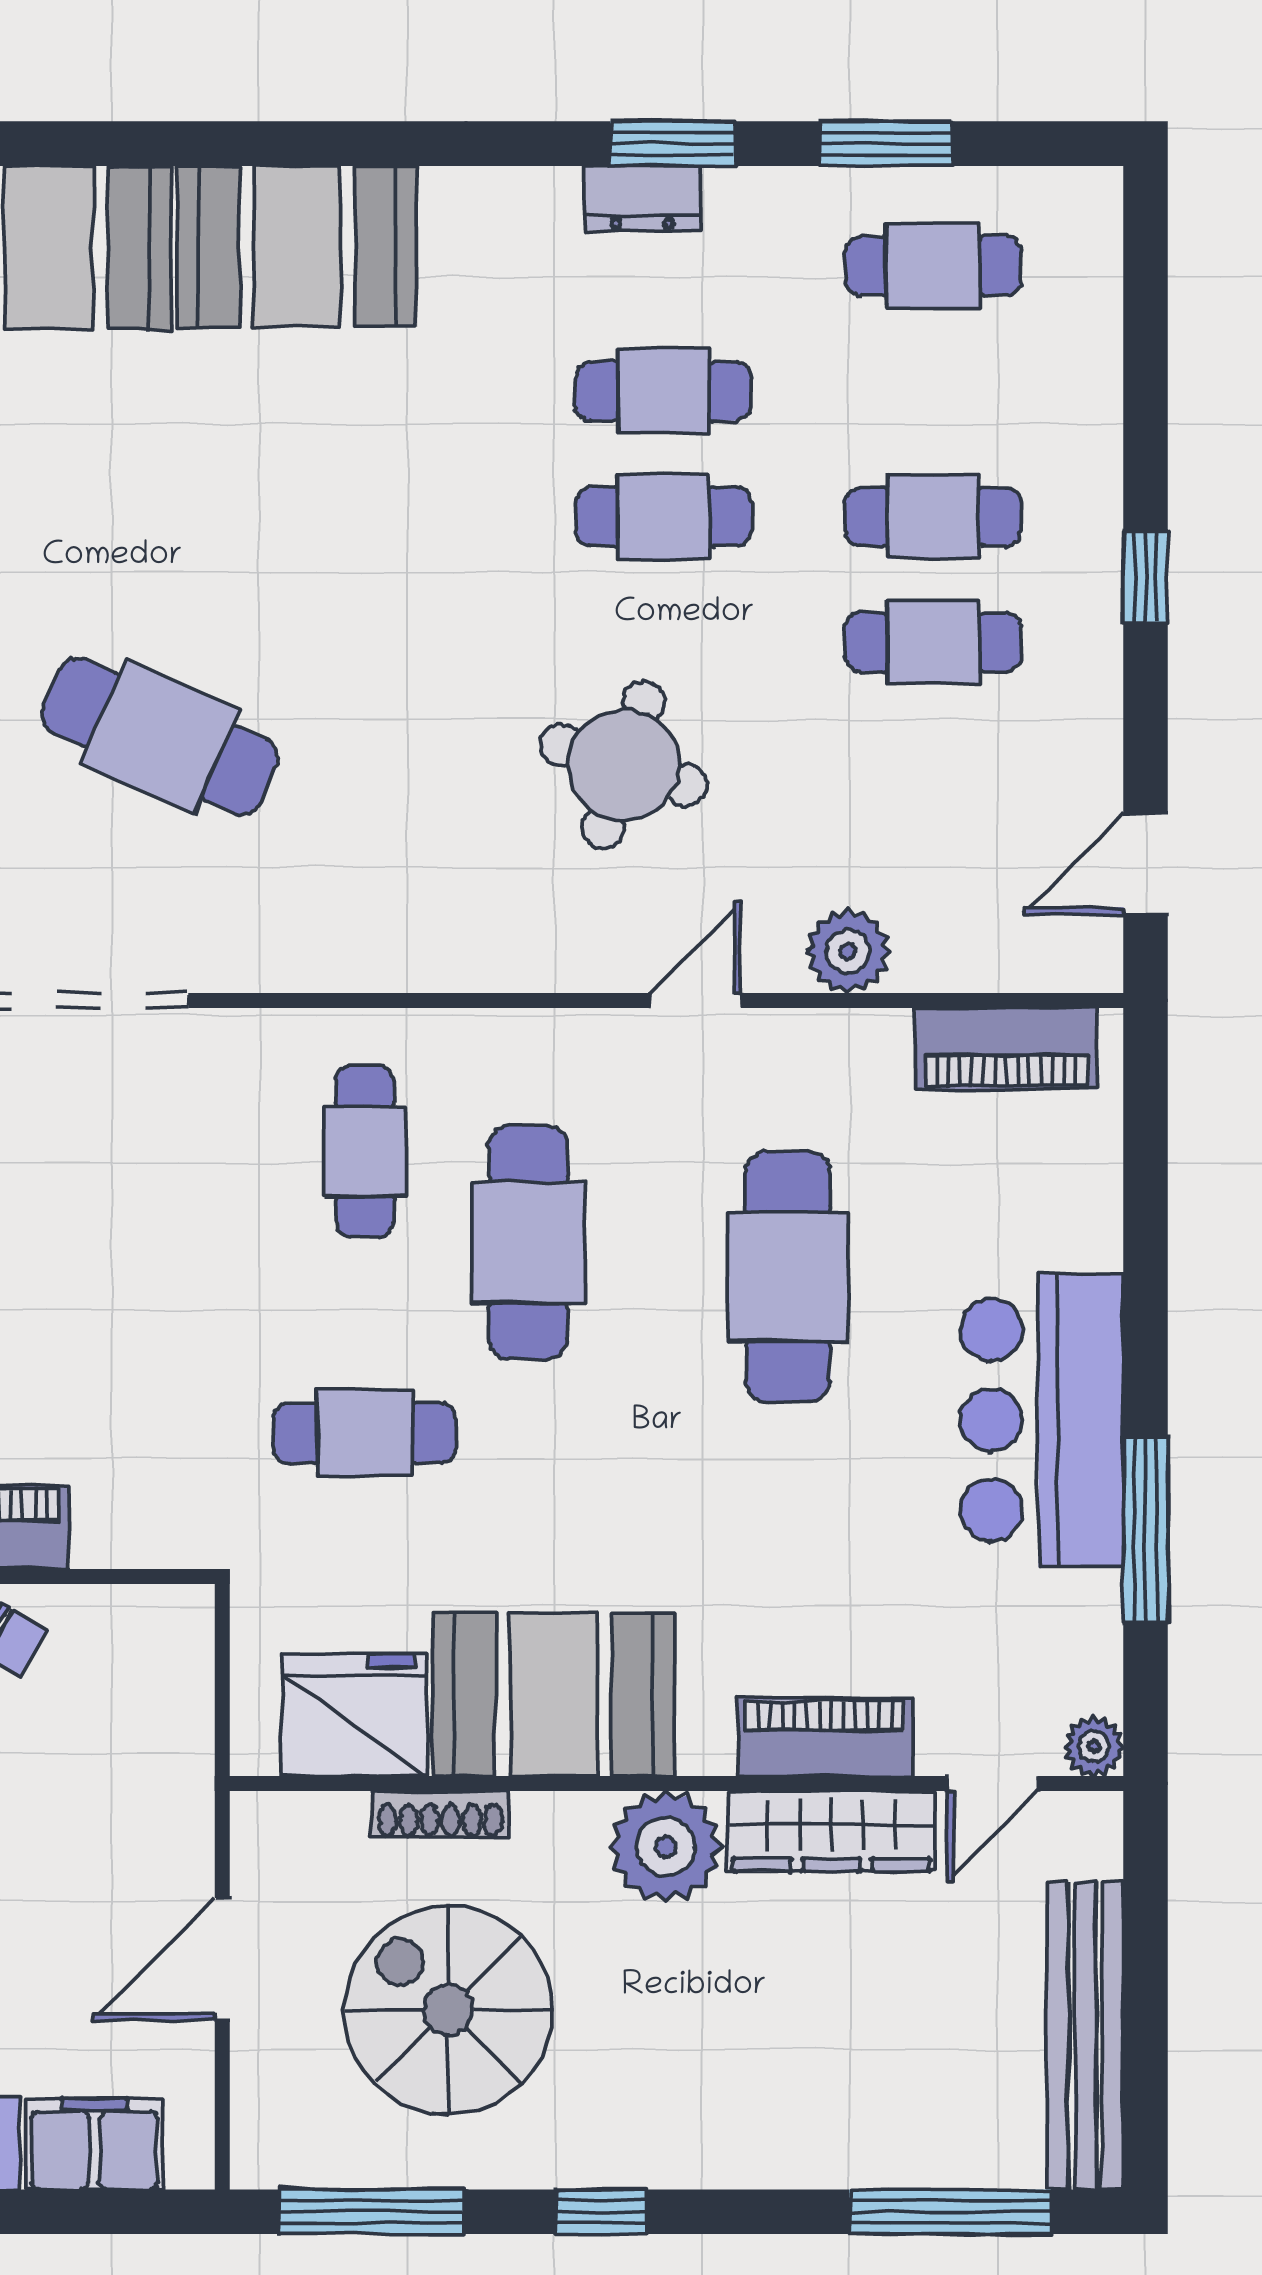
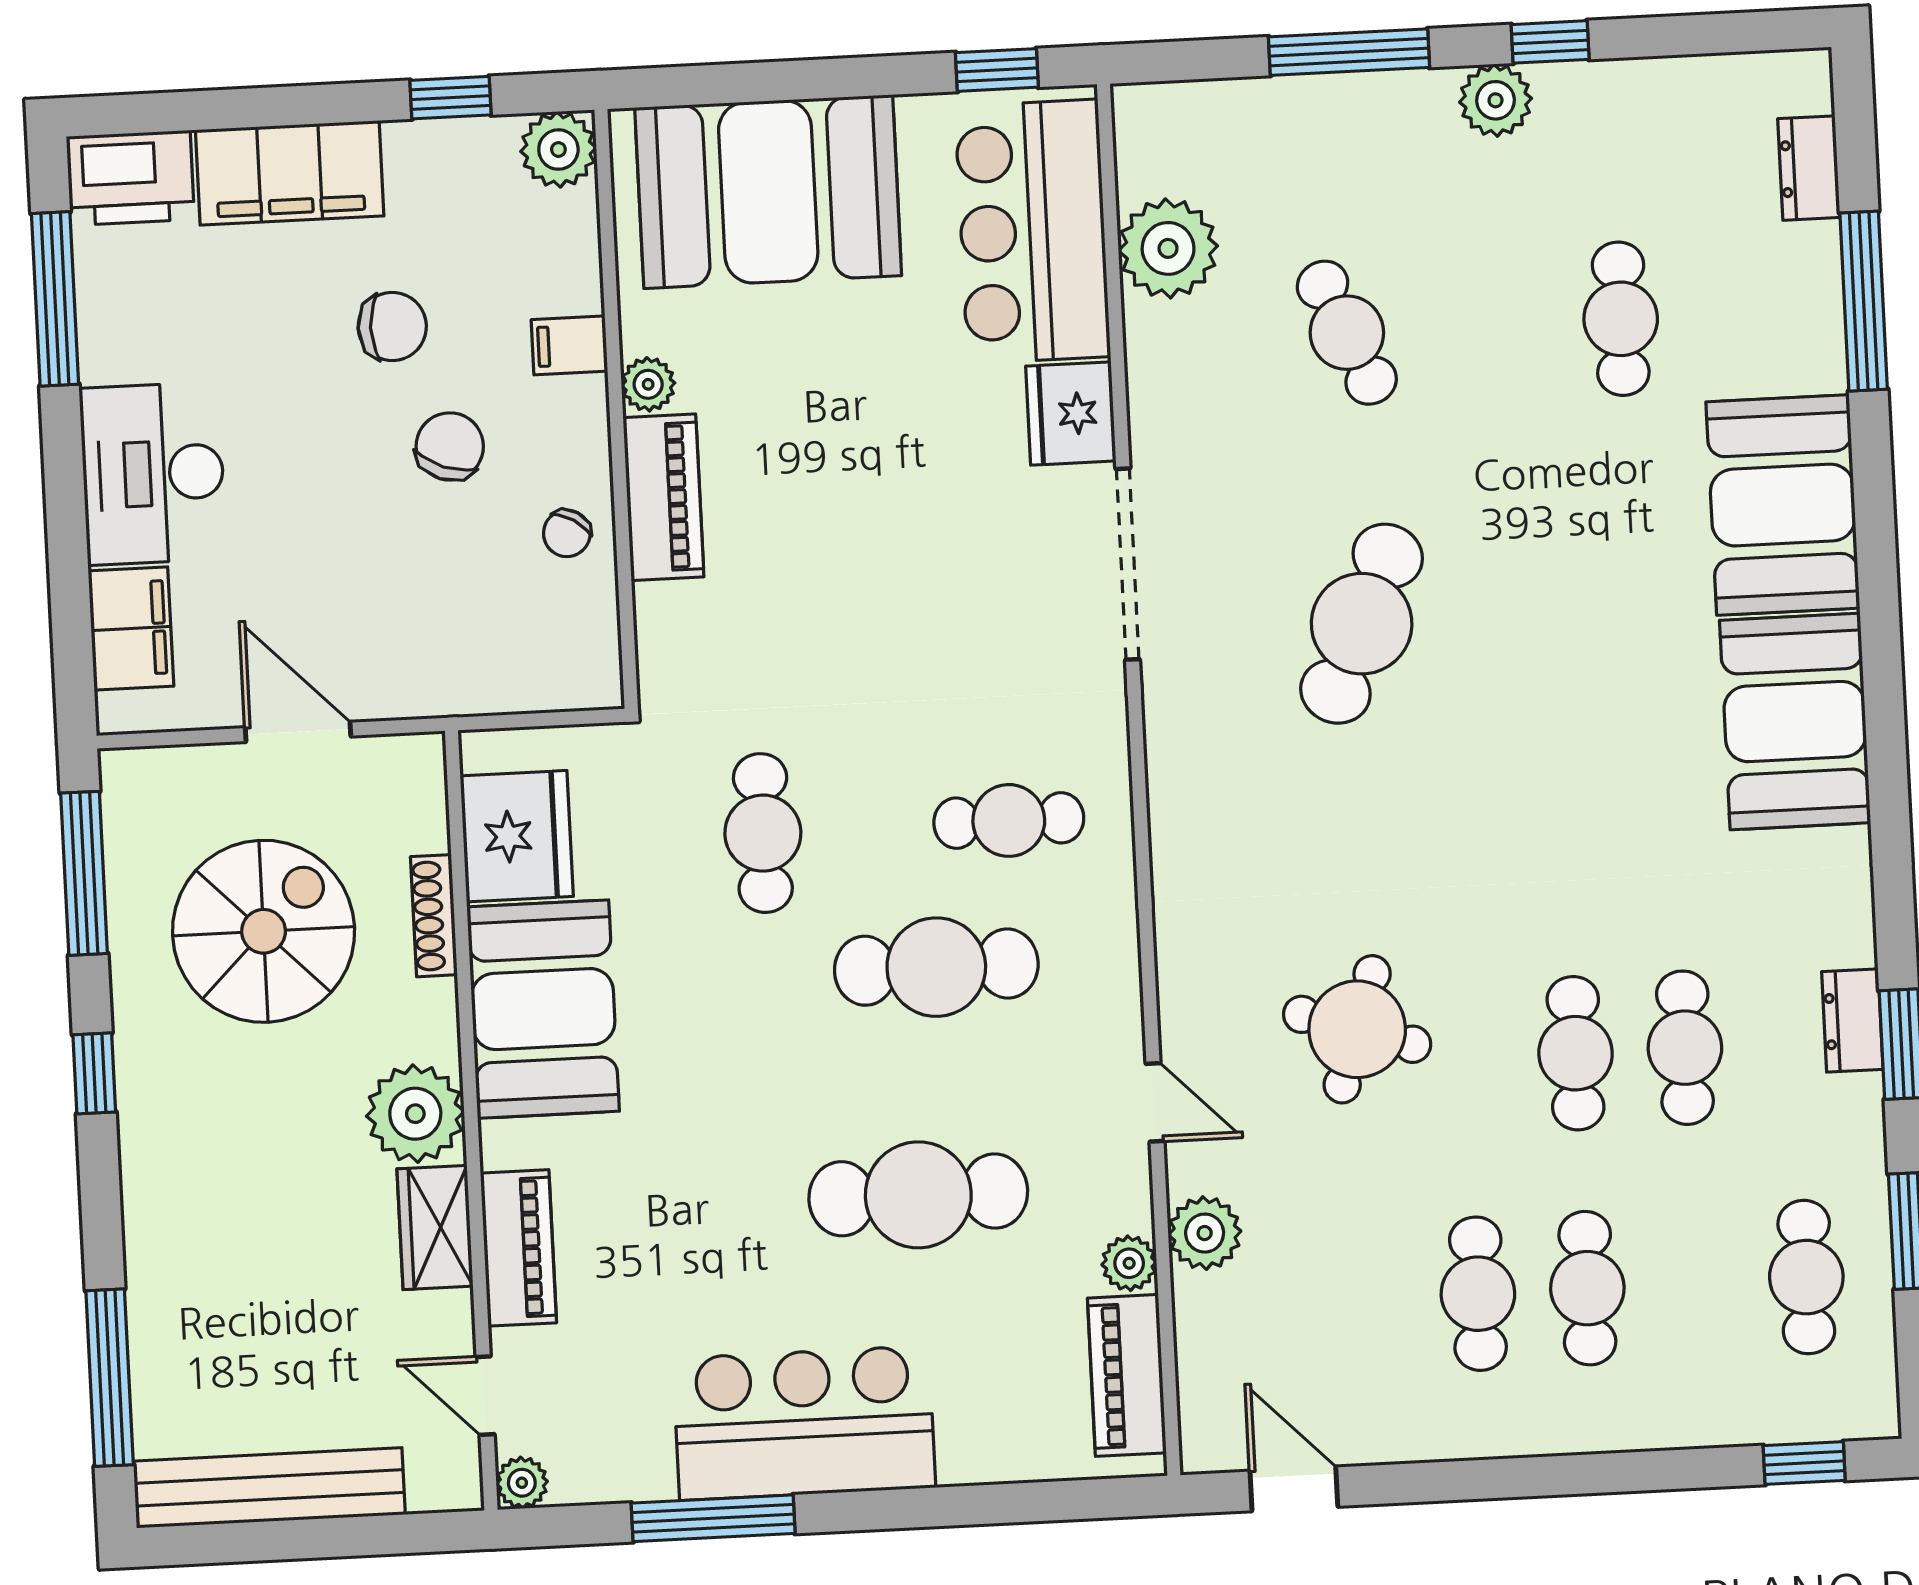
window: (1146, 578) -> (1804, 1463), moved
plant: (878, 1039) -> (1129, 1263), added
wardrobe: (832, 1831) -> (435, 1228), width x0.67

